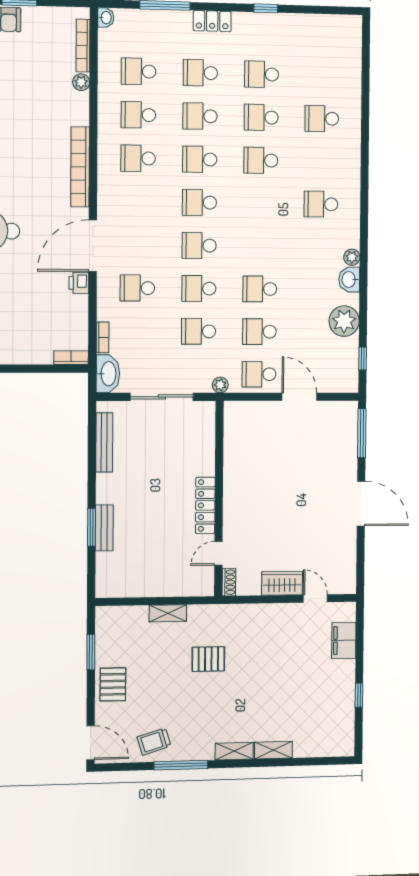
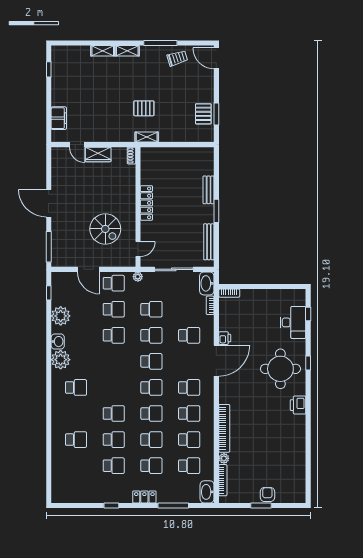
washbasin: (106, 18) -> (207, 492), width x1.91, depth x1.45
bookcase: (80, 167) -> (224, 428), moved
school desk: (138, 202) -> (189, 387), added
plant: (352, 257) -> (61, 360), width x1.88, depth x1.88
spiral stairs: (272, 463) -> (105, 229), added
window: (91, 527) -> (216, 211), moved
door: (218, 553) -> (138, 249), moved
shelving: (168, 613) -> (147, 137), moved
pallet: (113, 684) -> (203, 114), moved
window: (359, 695) -> (49, 69), moved

